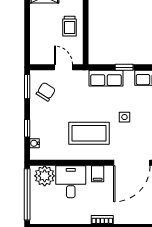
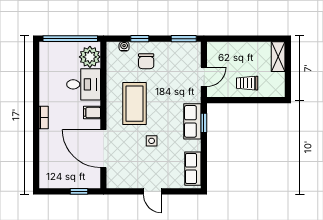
window: (124, 67) -> (204, 123), moved
chair: (46, 92) -> (146, 61), moved, turned 58

